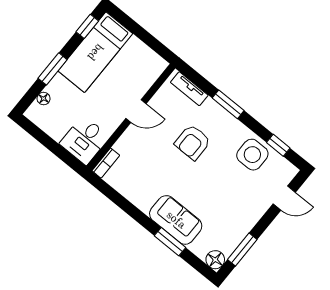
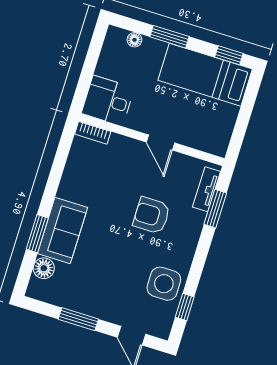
window: (228, 104) -> (215, 209), moved
window: (242, 249) -> (78, 319), moved
floor lamp: (215, 260) -> (44, 268), moved

